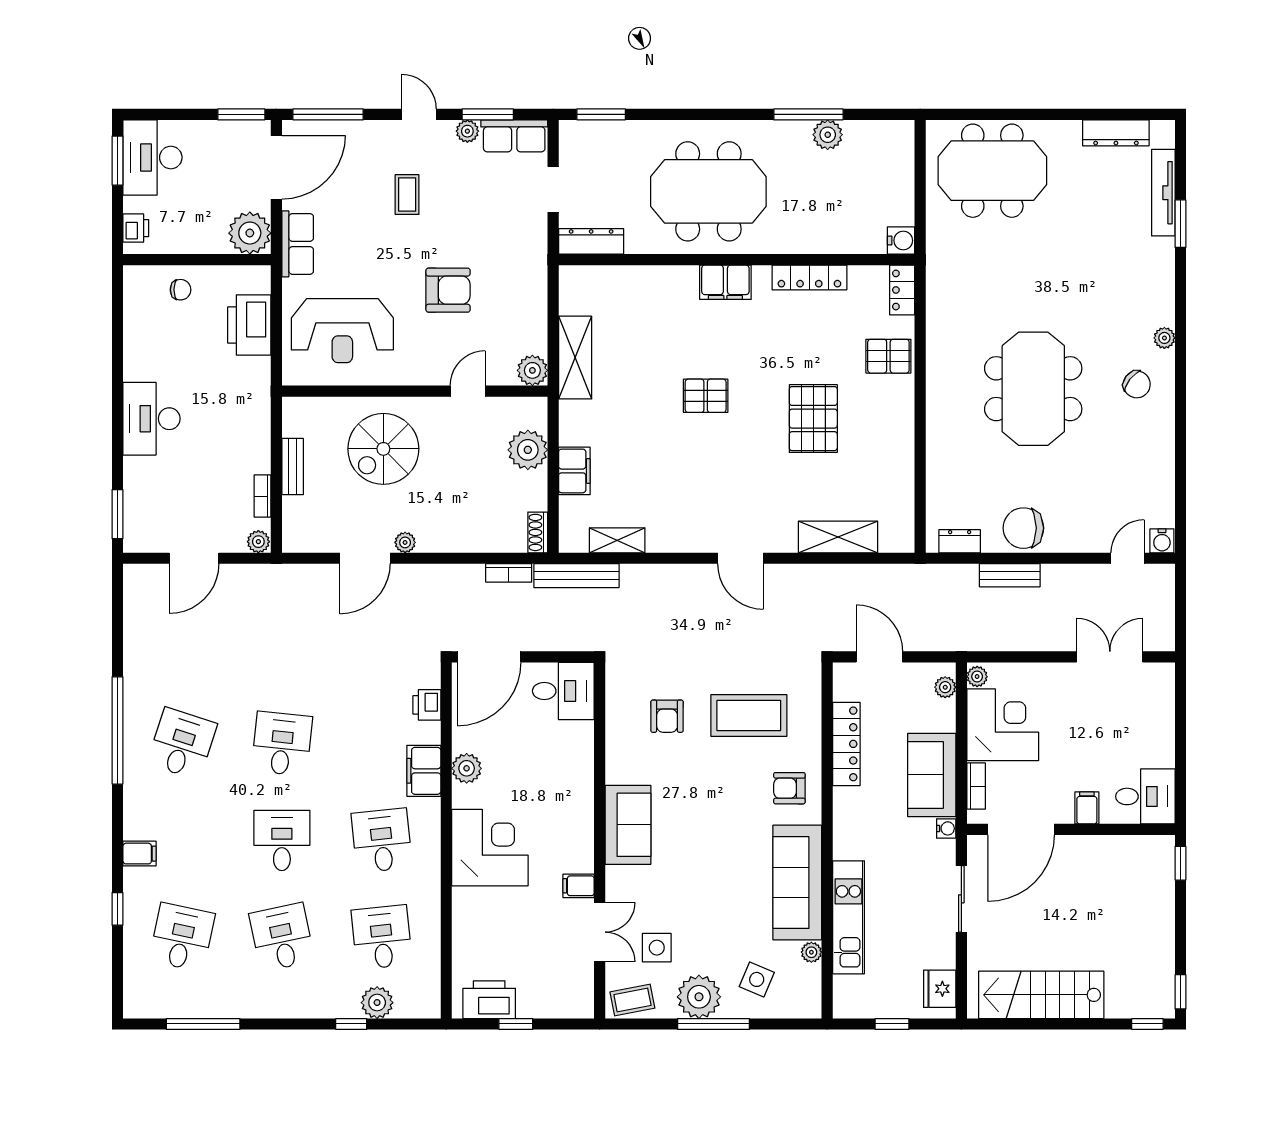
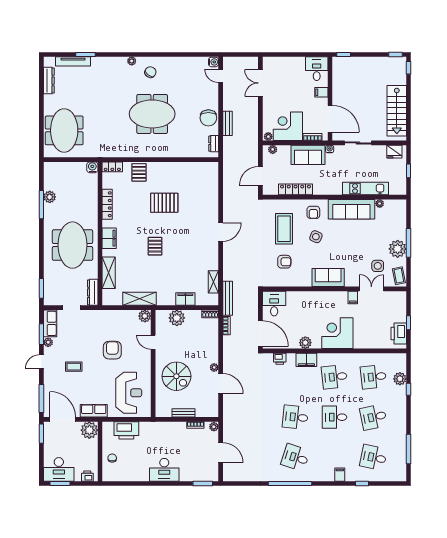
shelving: (838, 537) -> (109, 273), moved
side table: (757, 979) -> (316, 237), moved

